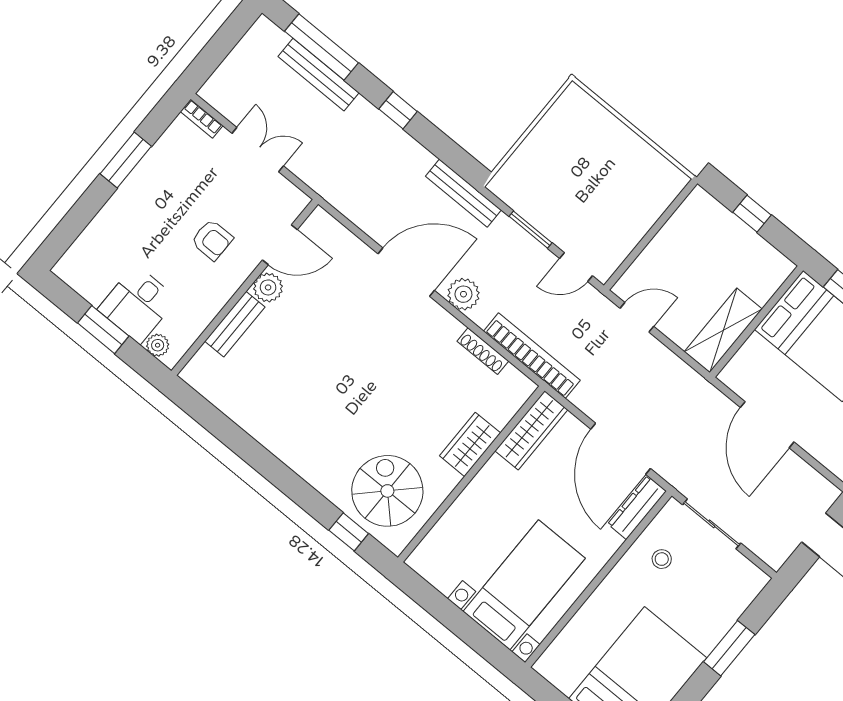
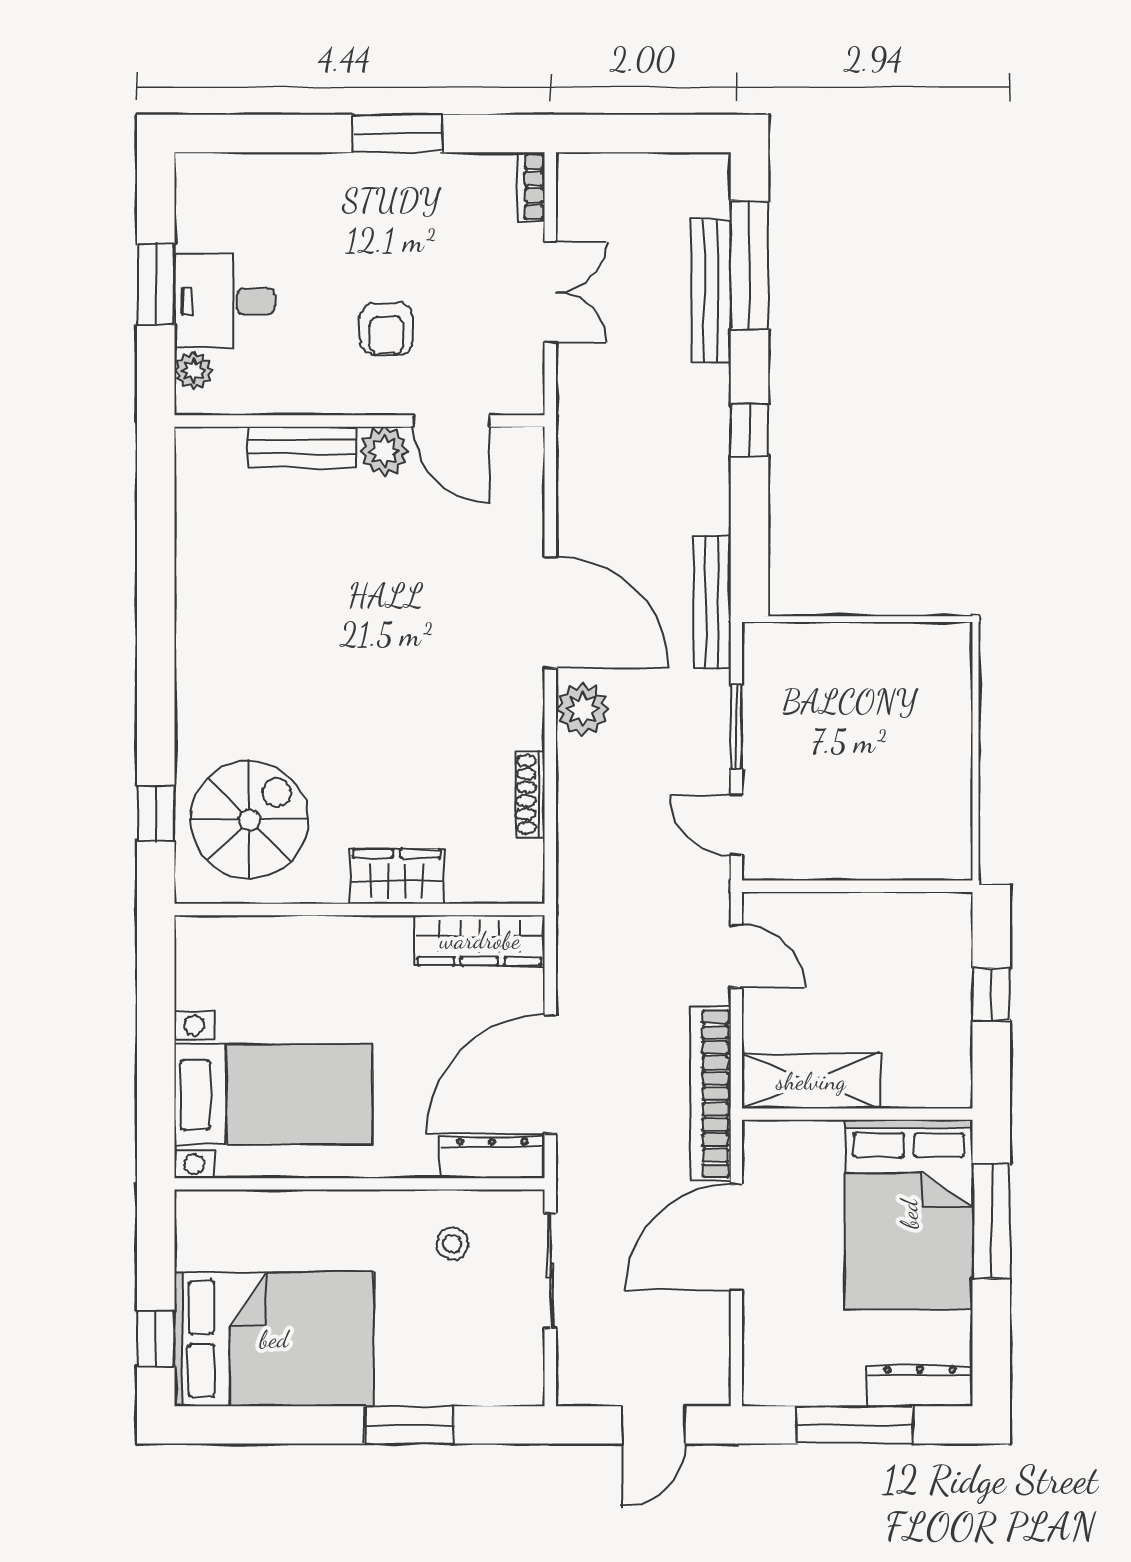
bookcase: (532, 356) -> (711, 1094), moved, turned 180

